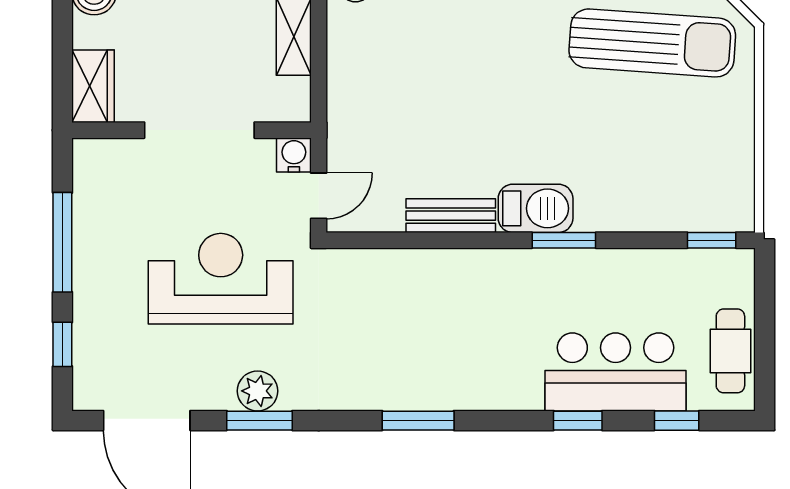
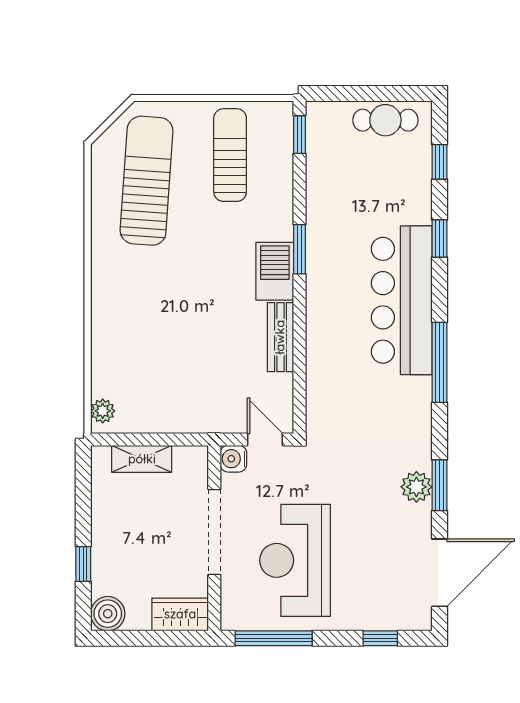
sun lounger: (685, 151) -> (230, 155), added
window: (62, 242) -> (274, 638), moved
reception desk: (221, 279) -> (295, 560), moved
bar counter: (616, 372) -> (402, 300), moved, width x1.36
window: (418, 421) -> (439, 362), width x1.44

